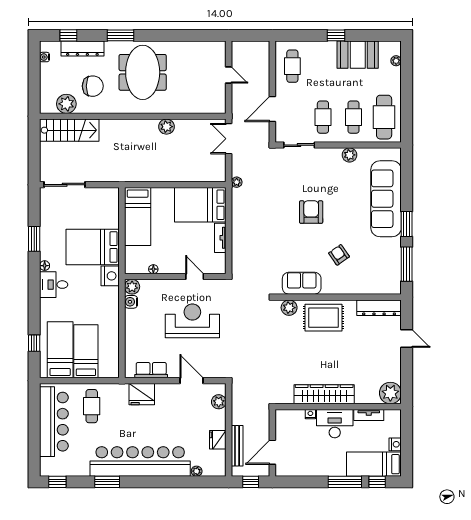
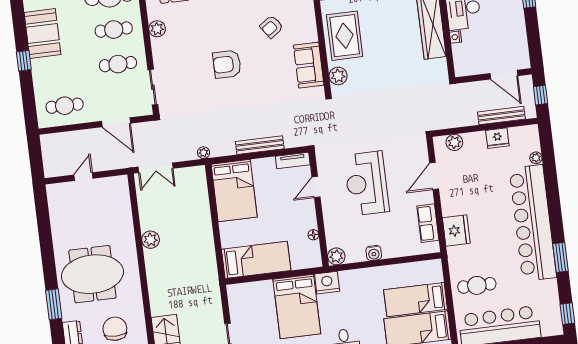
bench: (237, 232) -> (260, 145), added
tv unit: (220, 238) -> (293, 160), moved
water cooler: (131, 302) -> (374, 253), moved

